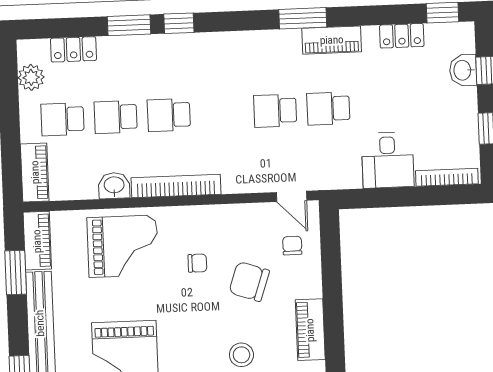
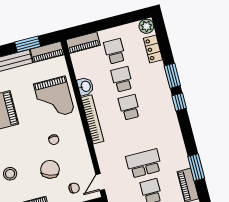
plant: (31, 77) -> (146, 26), moved
school desk: (275, 111) -> (144, 163), width x1.85

